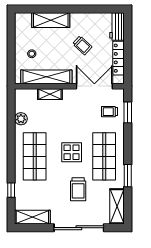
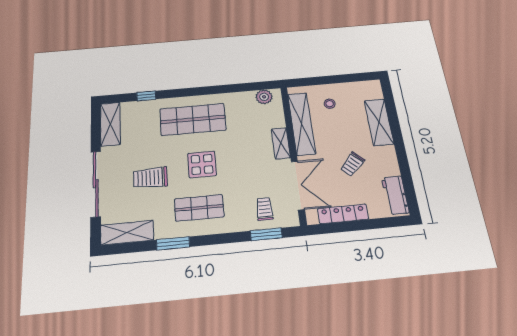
workbench: (117, 26) -> (395, 195), moved, turned -90
shelving: (50, 94) -> (281, 143), moved
plant: (21, 119) -> (264, 97), moved
shop shelf: (104, 156) -> (199, 208), width x0.70, depth x0.74

